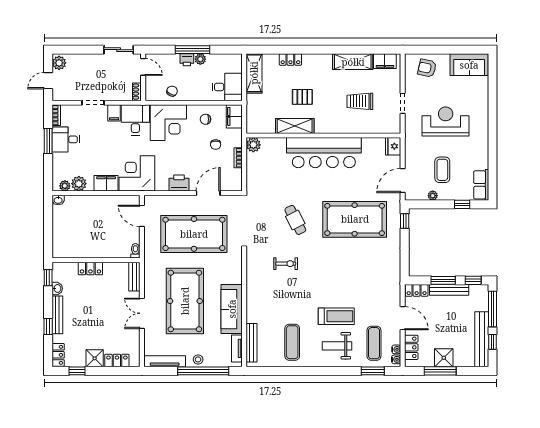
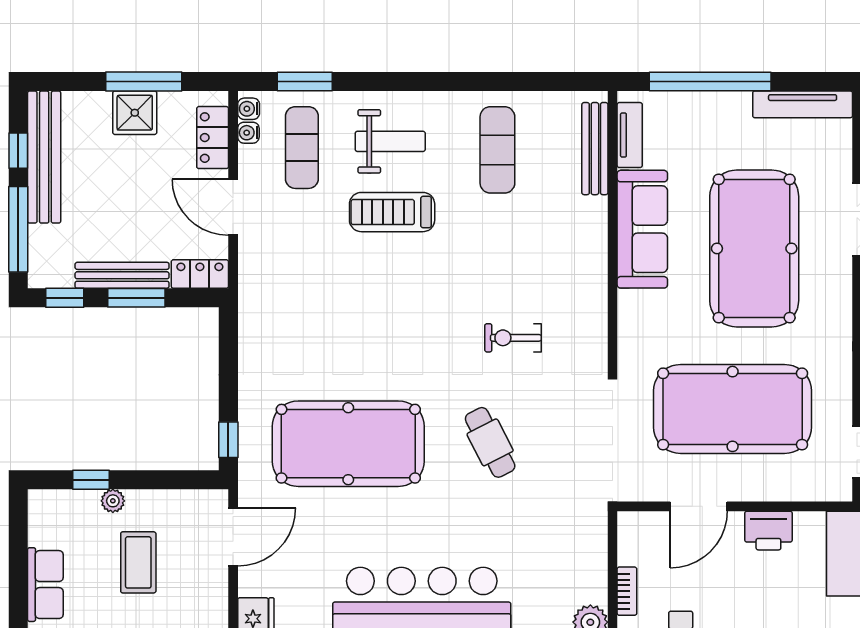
row of seats: (481, 185) -> (45, 585), moved
plant: (433, 196) -> (113, 501), moved
stool: (198, 359) -> (723, 109), removed

